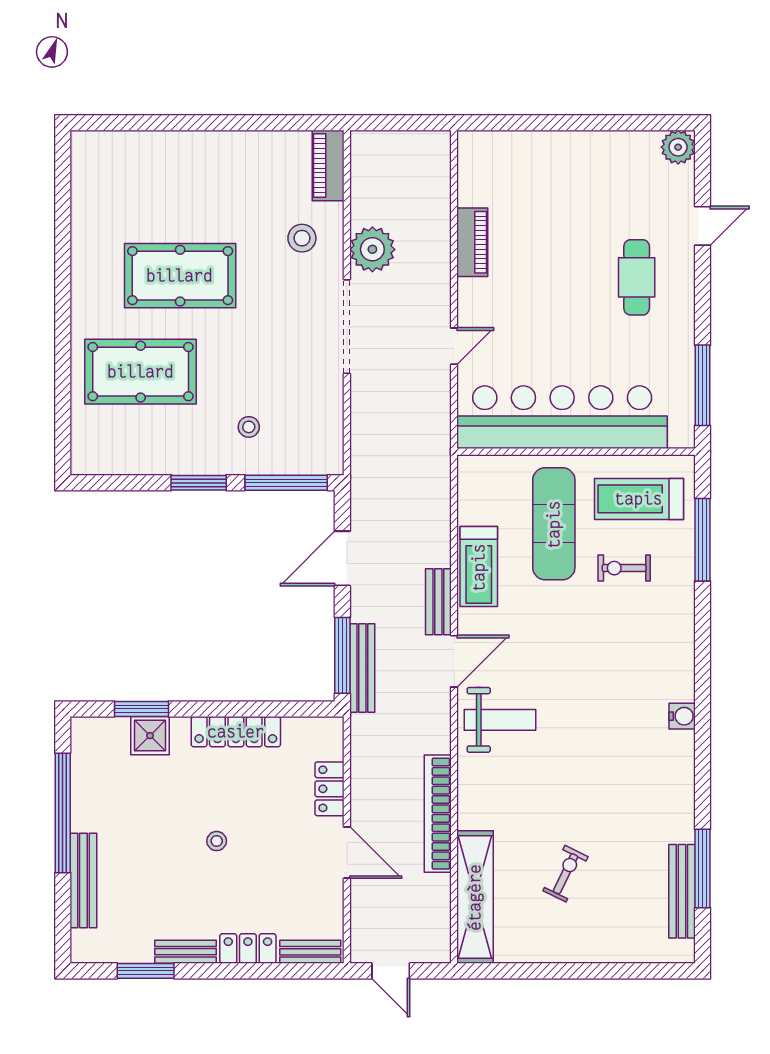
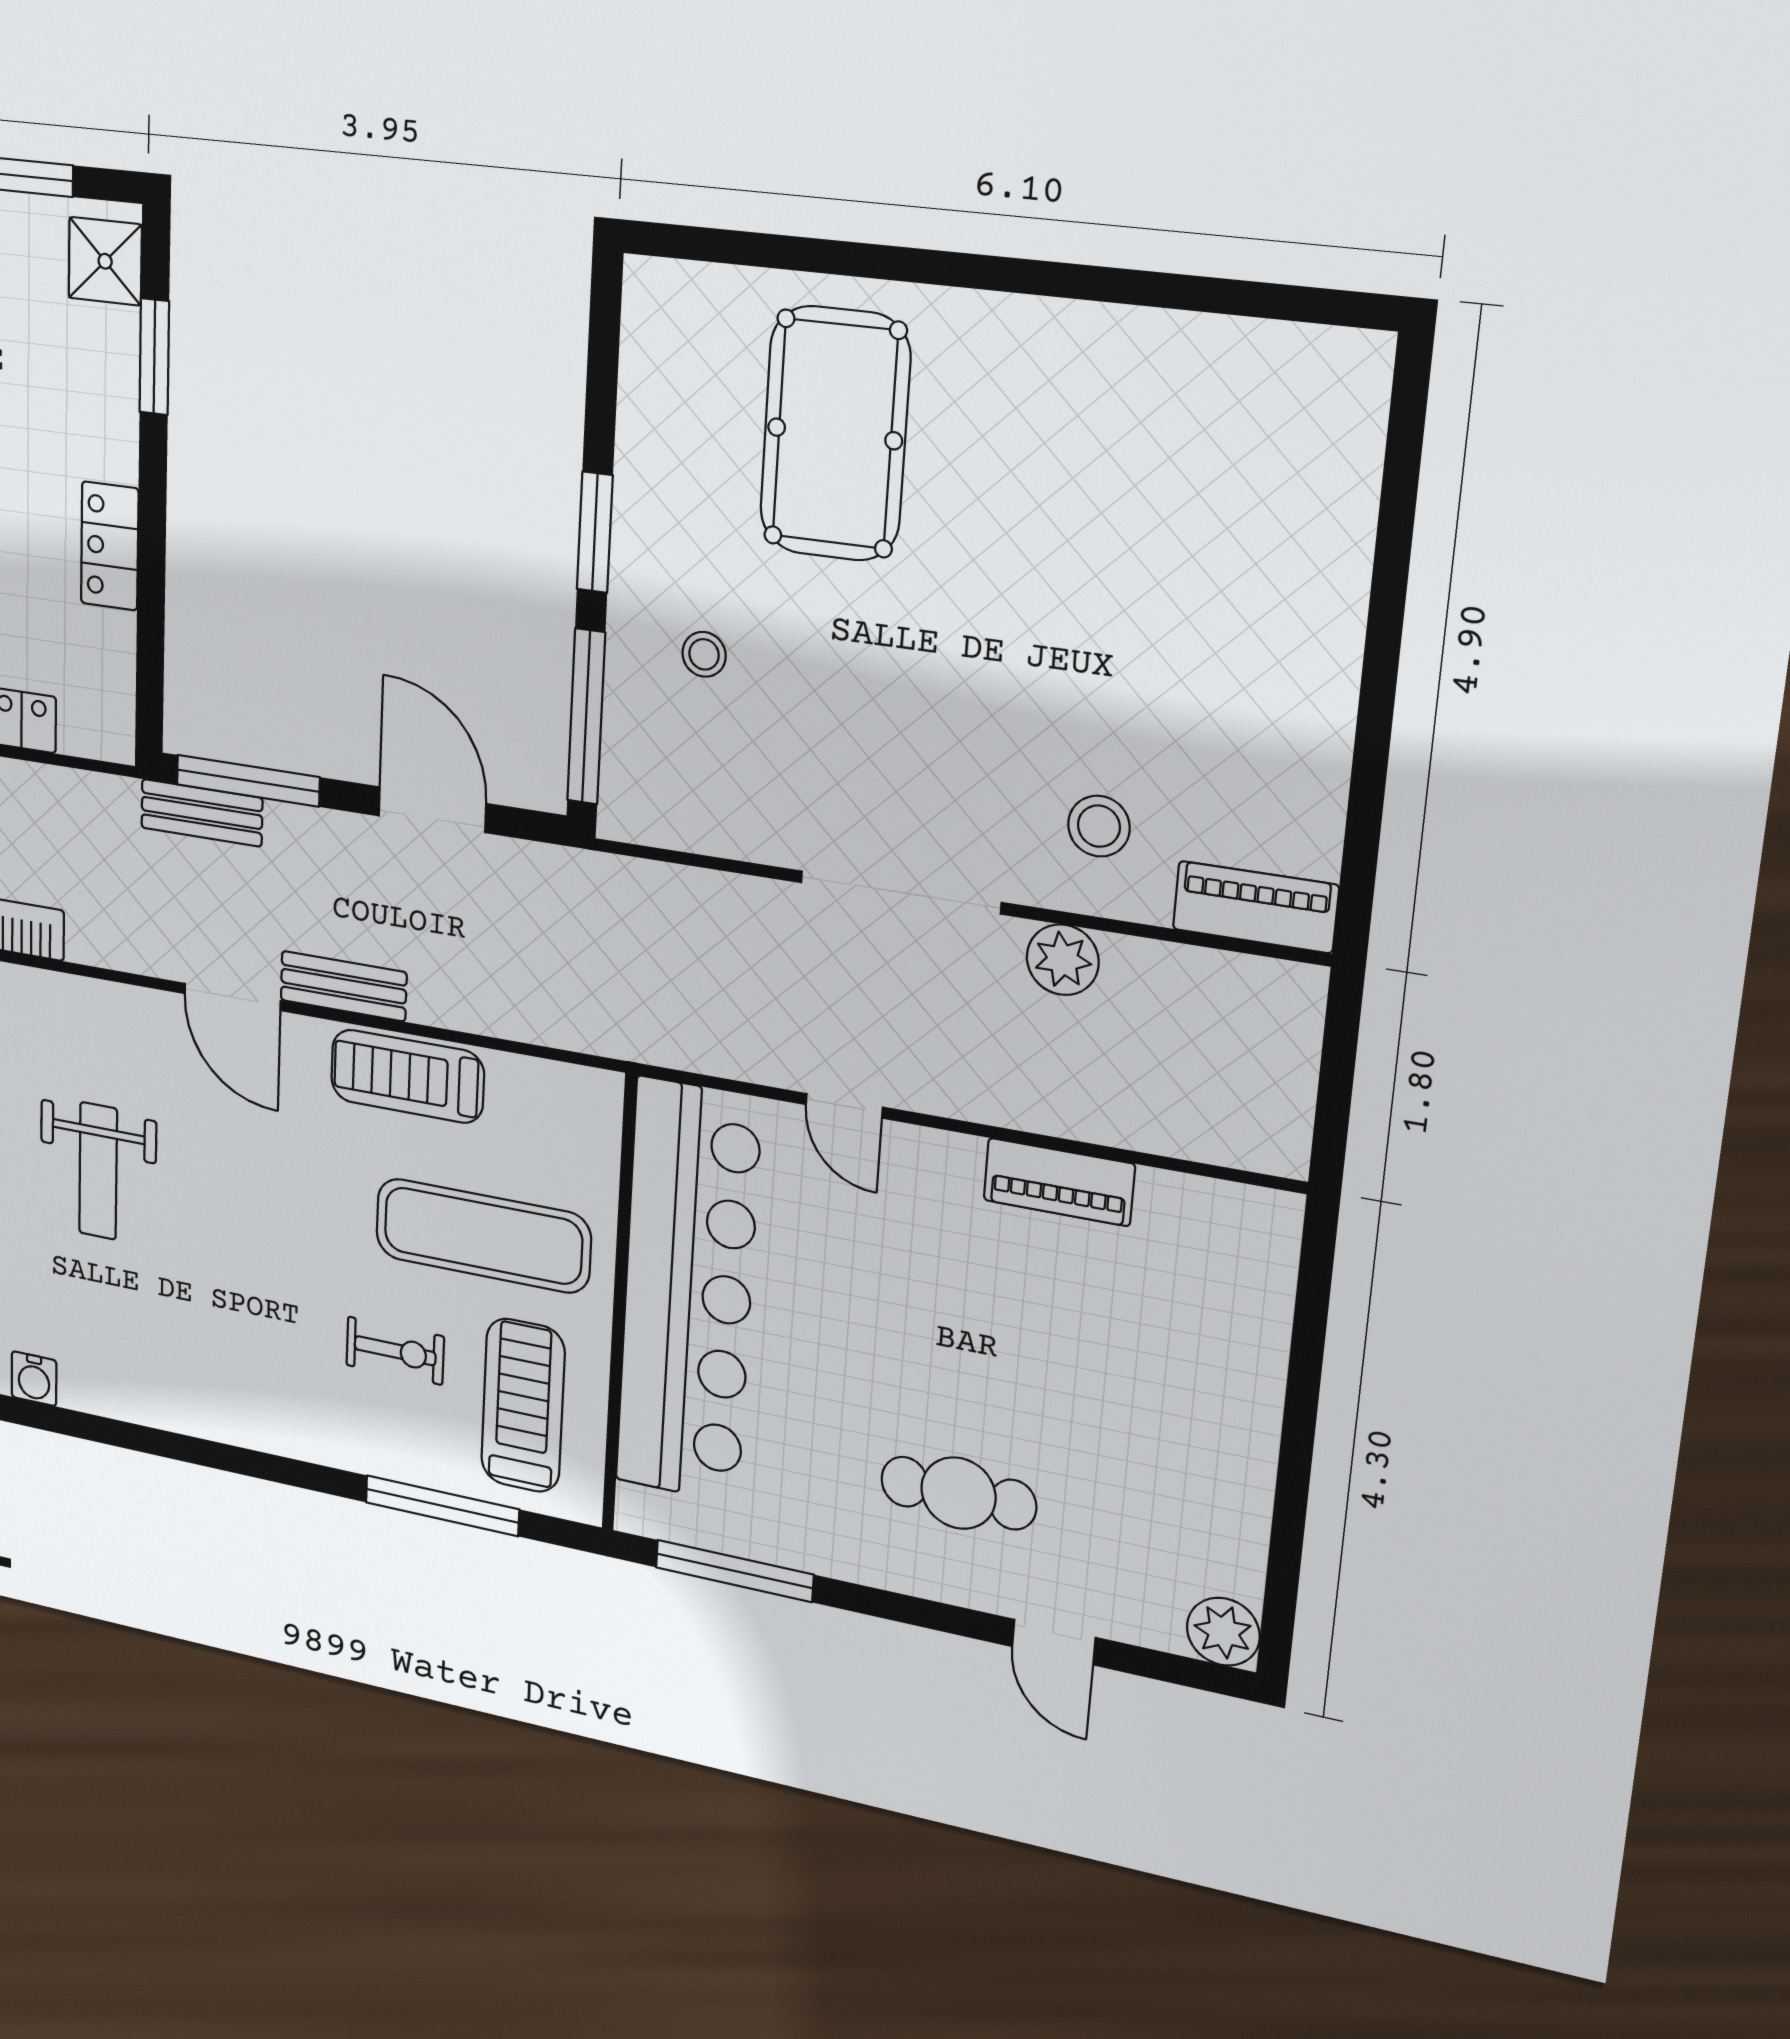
plant: (372, 249) -> (1063, 960), width x0.73, depth x0.73
pool table: (180, 276) -> (1038, 547), removed
exercise bike: (624, 568) -> (395, 1351), turned 90
bench: (362, 668) -> (202, 813), width x0.73
water cooler: (682, 716) -> (34, 1379), moved
weight bench: (500, 720) -> (98, 1171), moved
locker: (236, 732) -> (110, 546), width x0.66
shower: (150, 736) -> (105, 261), moved

